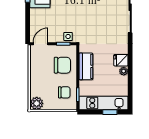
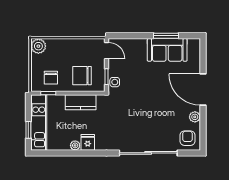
chair: (62, 65) -> (82, 76), turned 90

